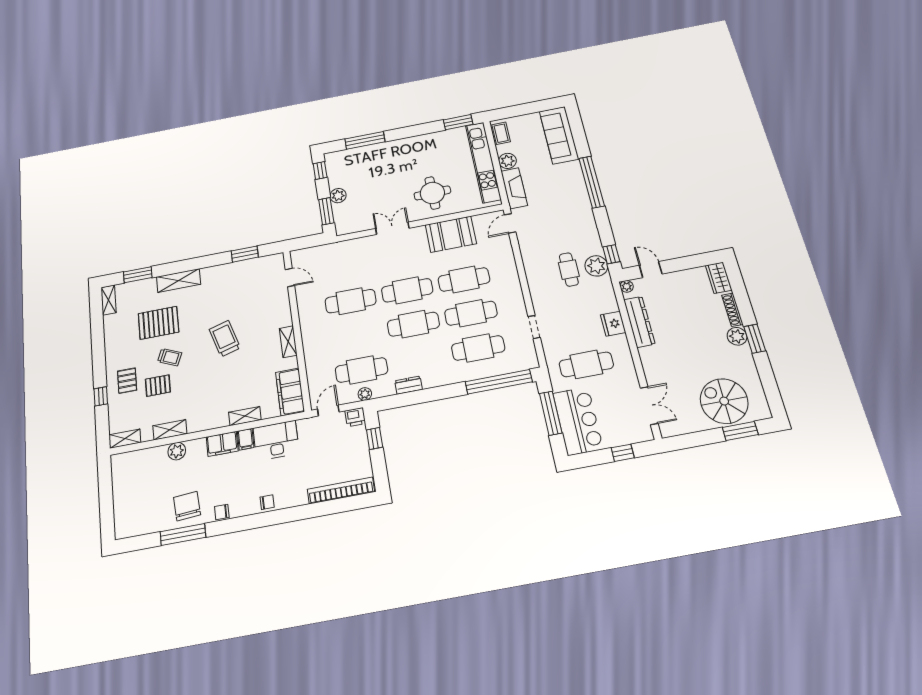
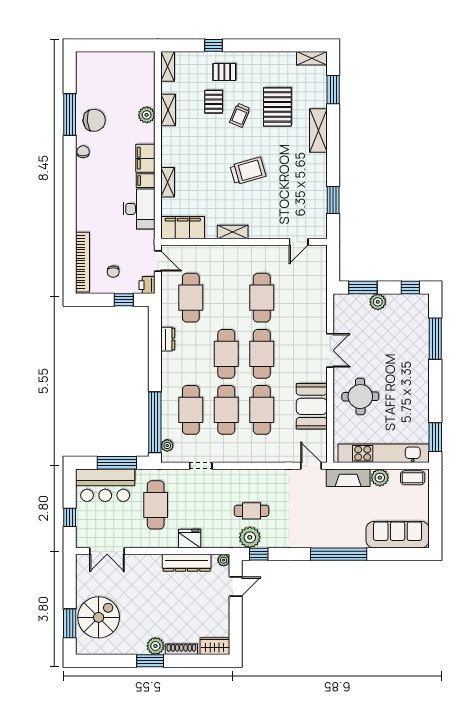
plant: (365, 394) -> (167, 445), moved
chair: (267, 502) -> (113, 272), moved

